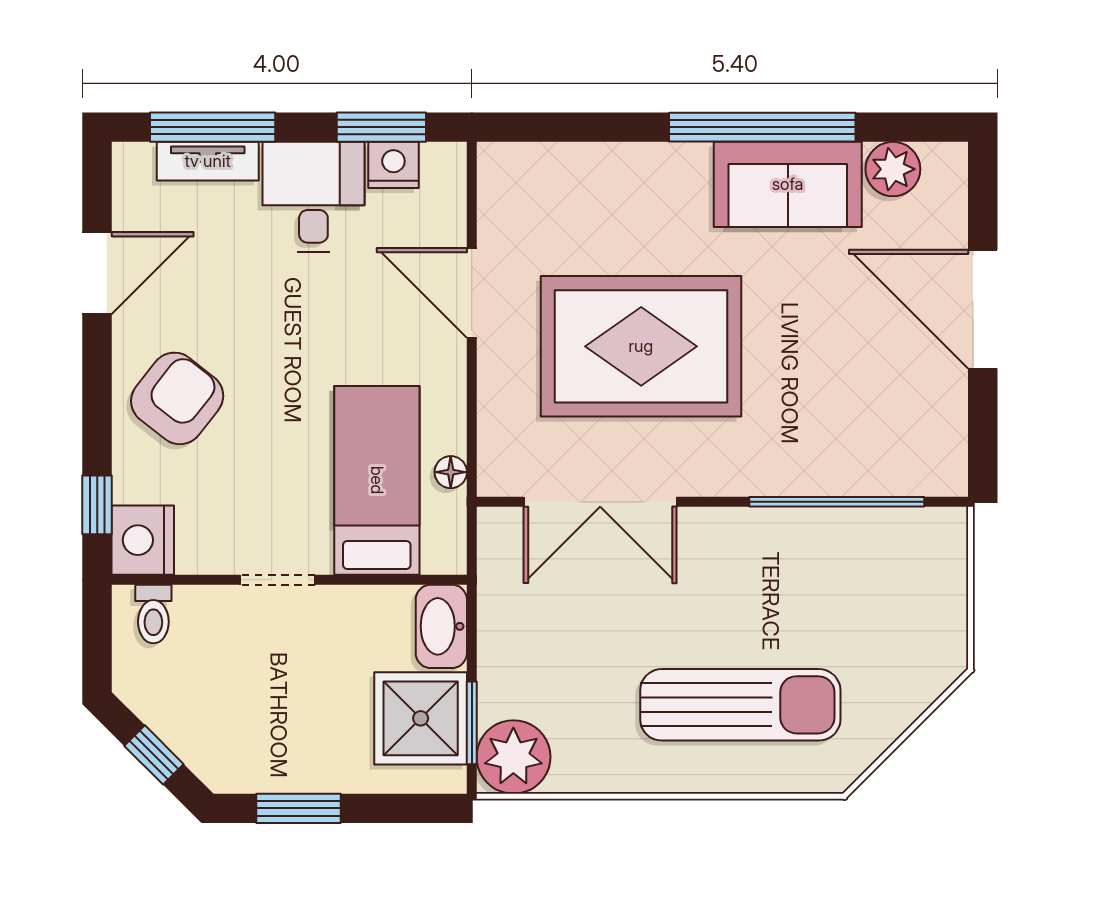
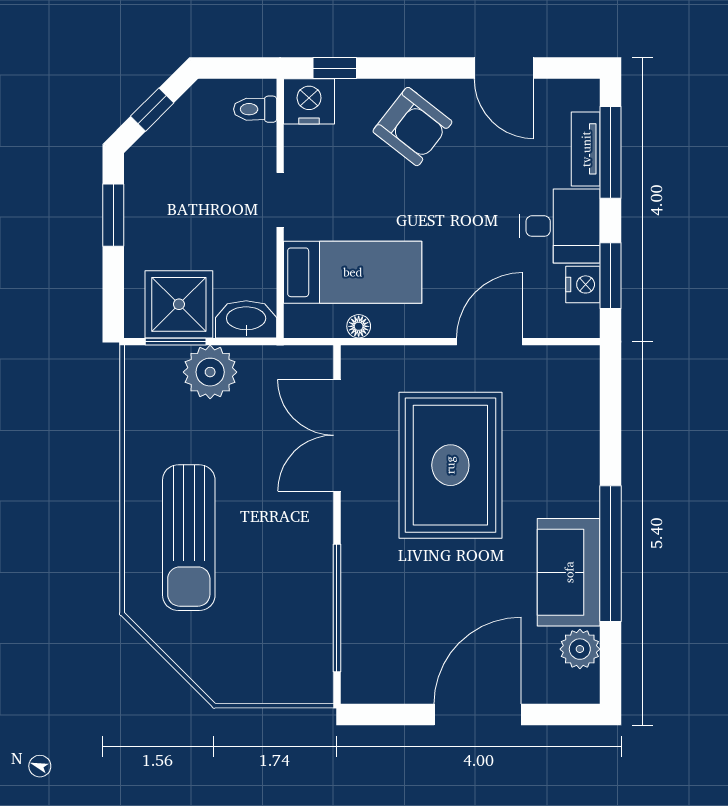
plant: (513, 757) -> (210, 372), moved

